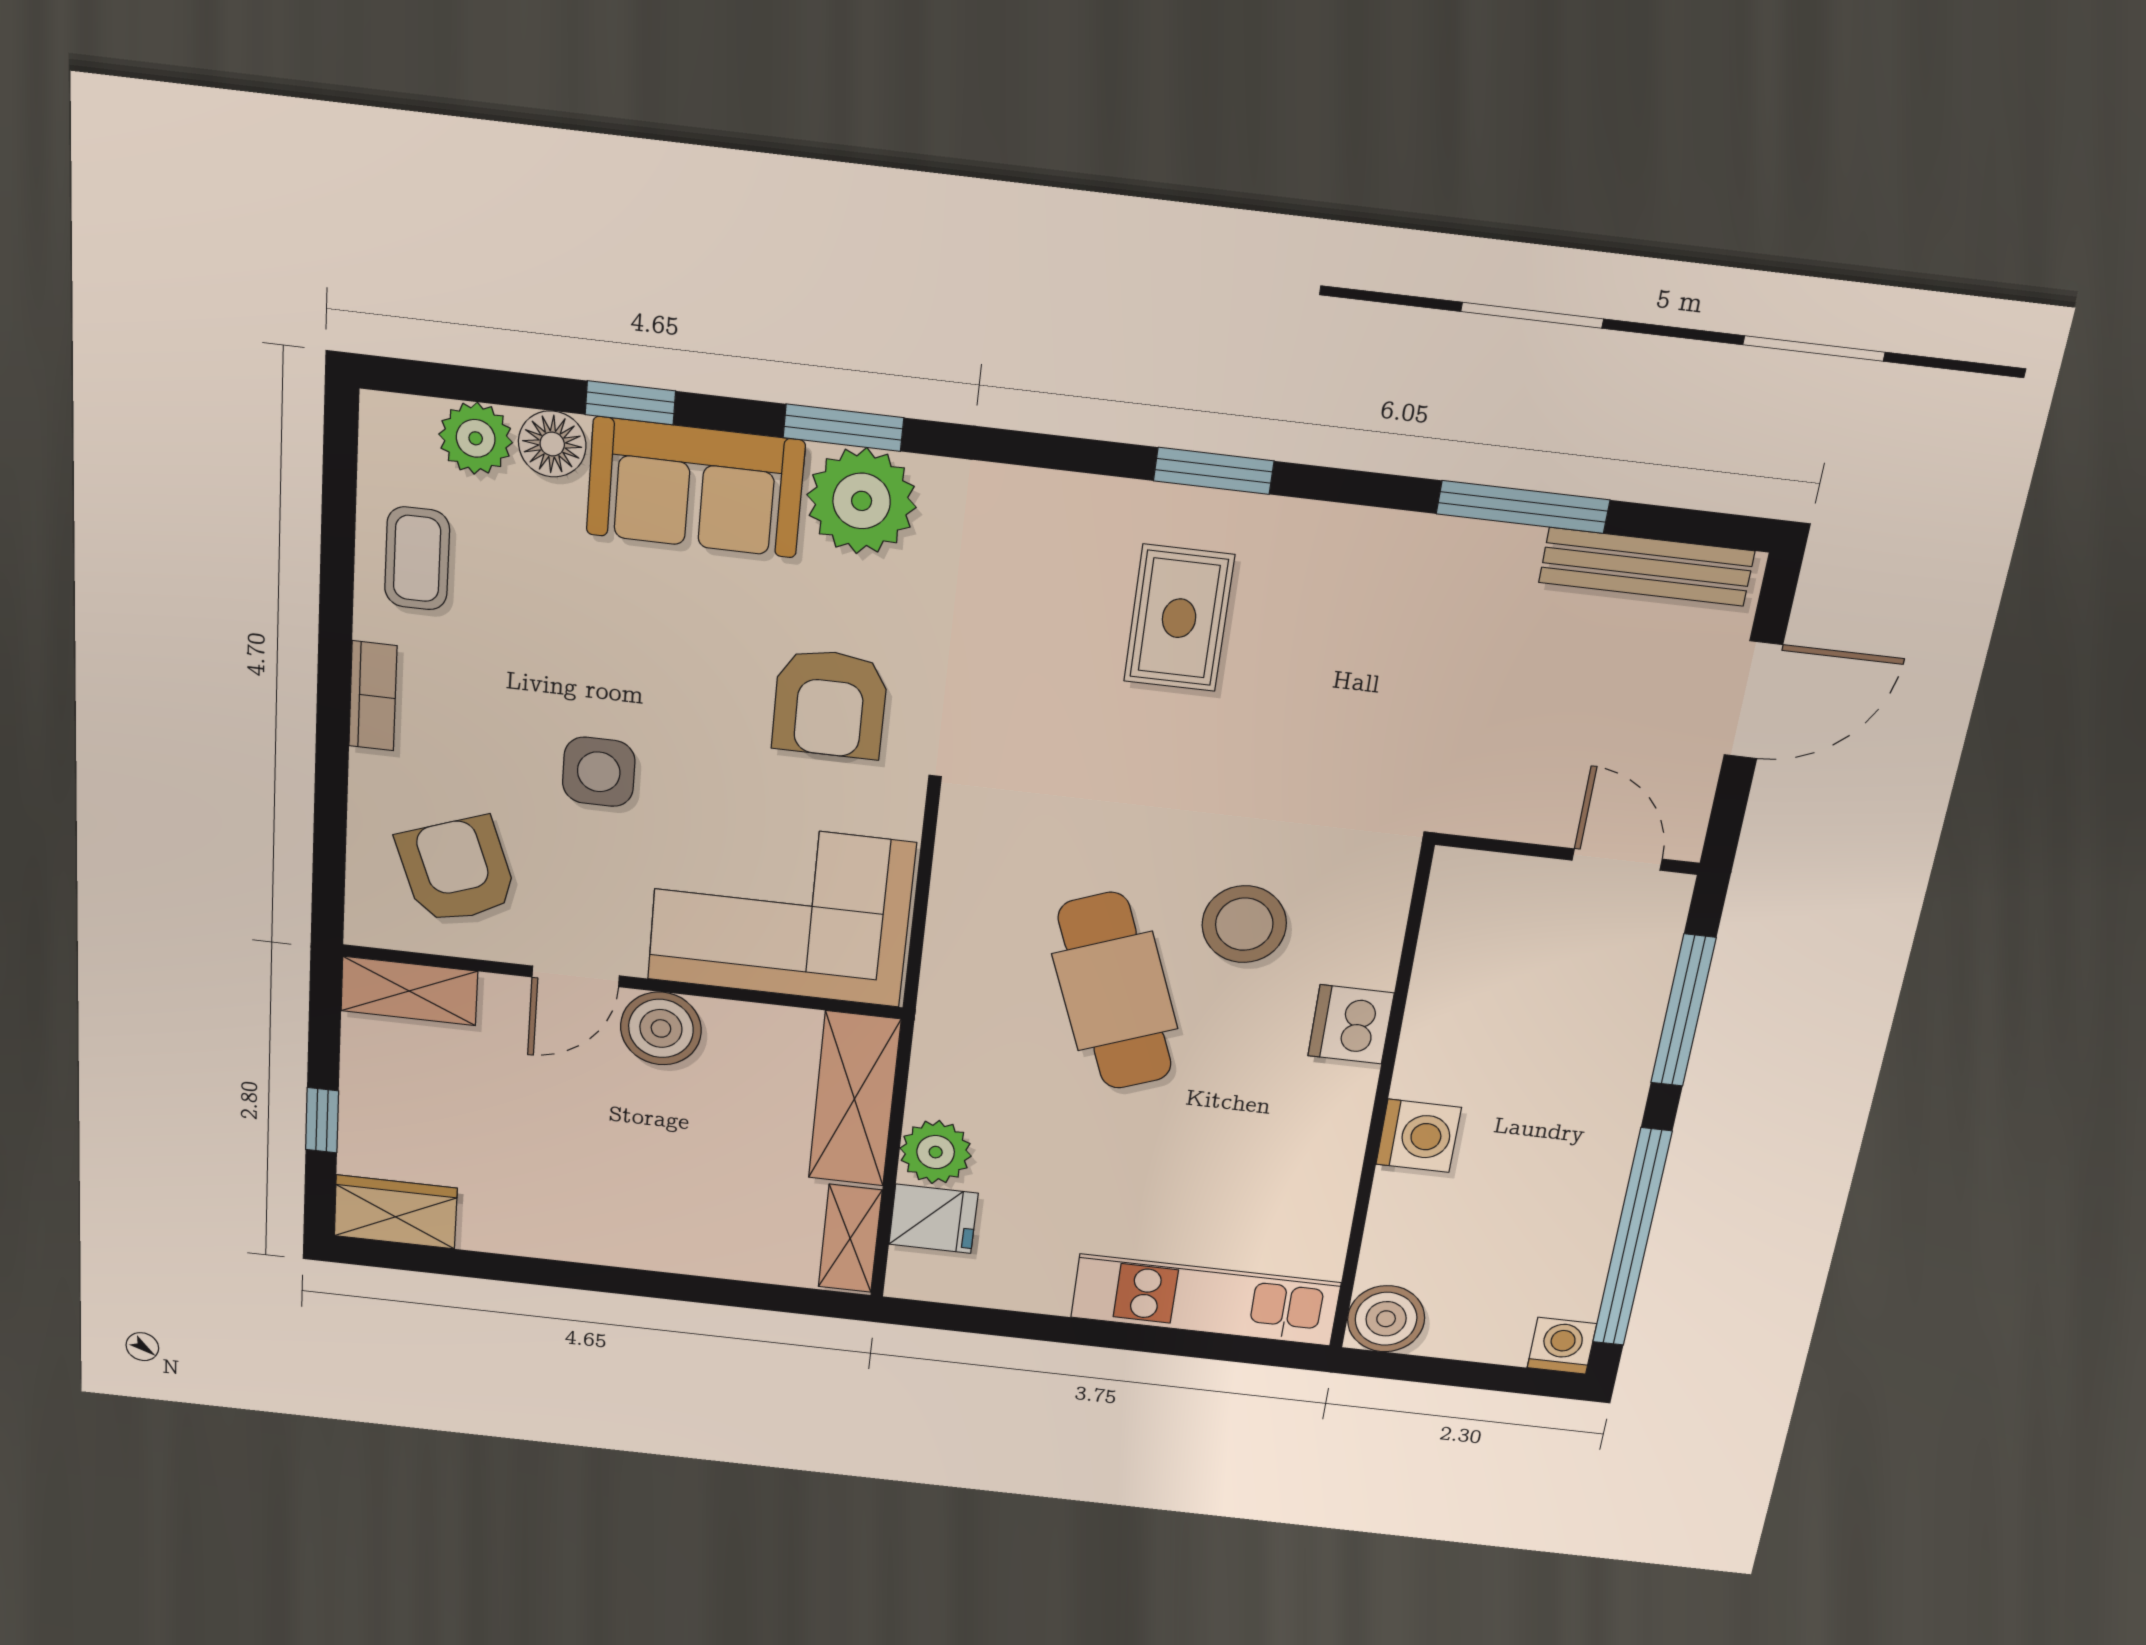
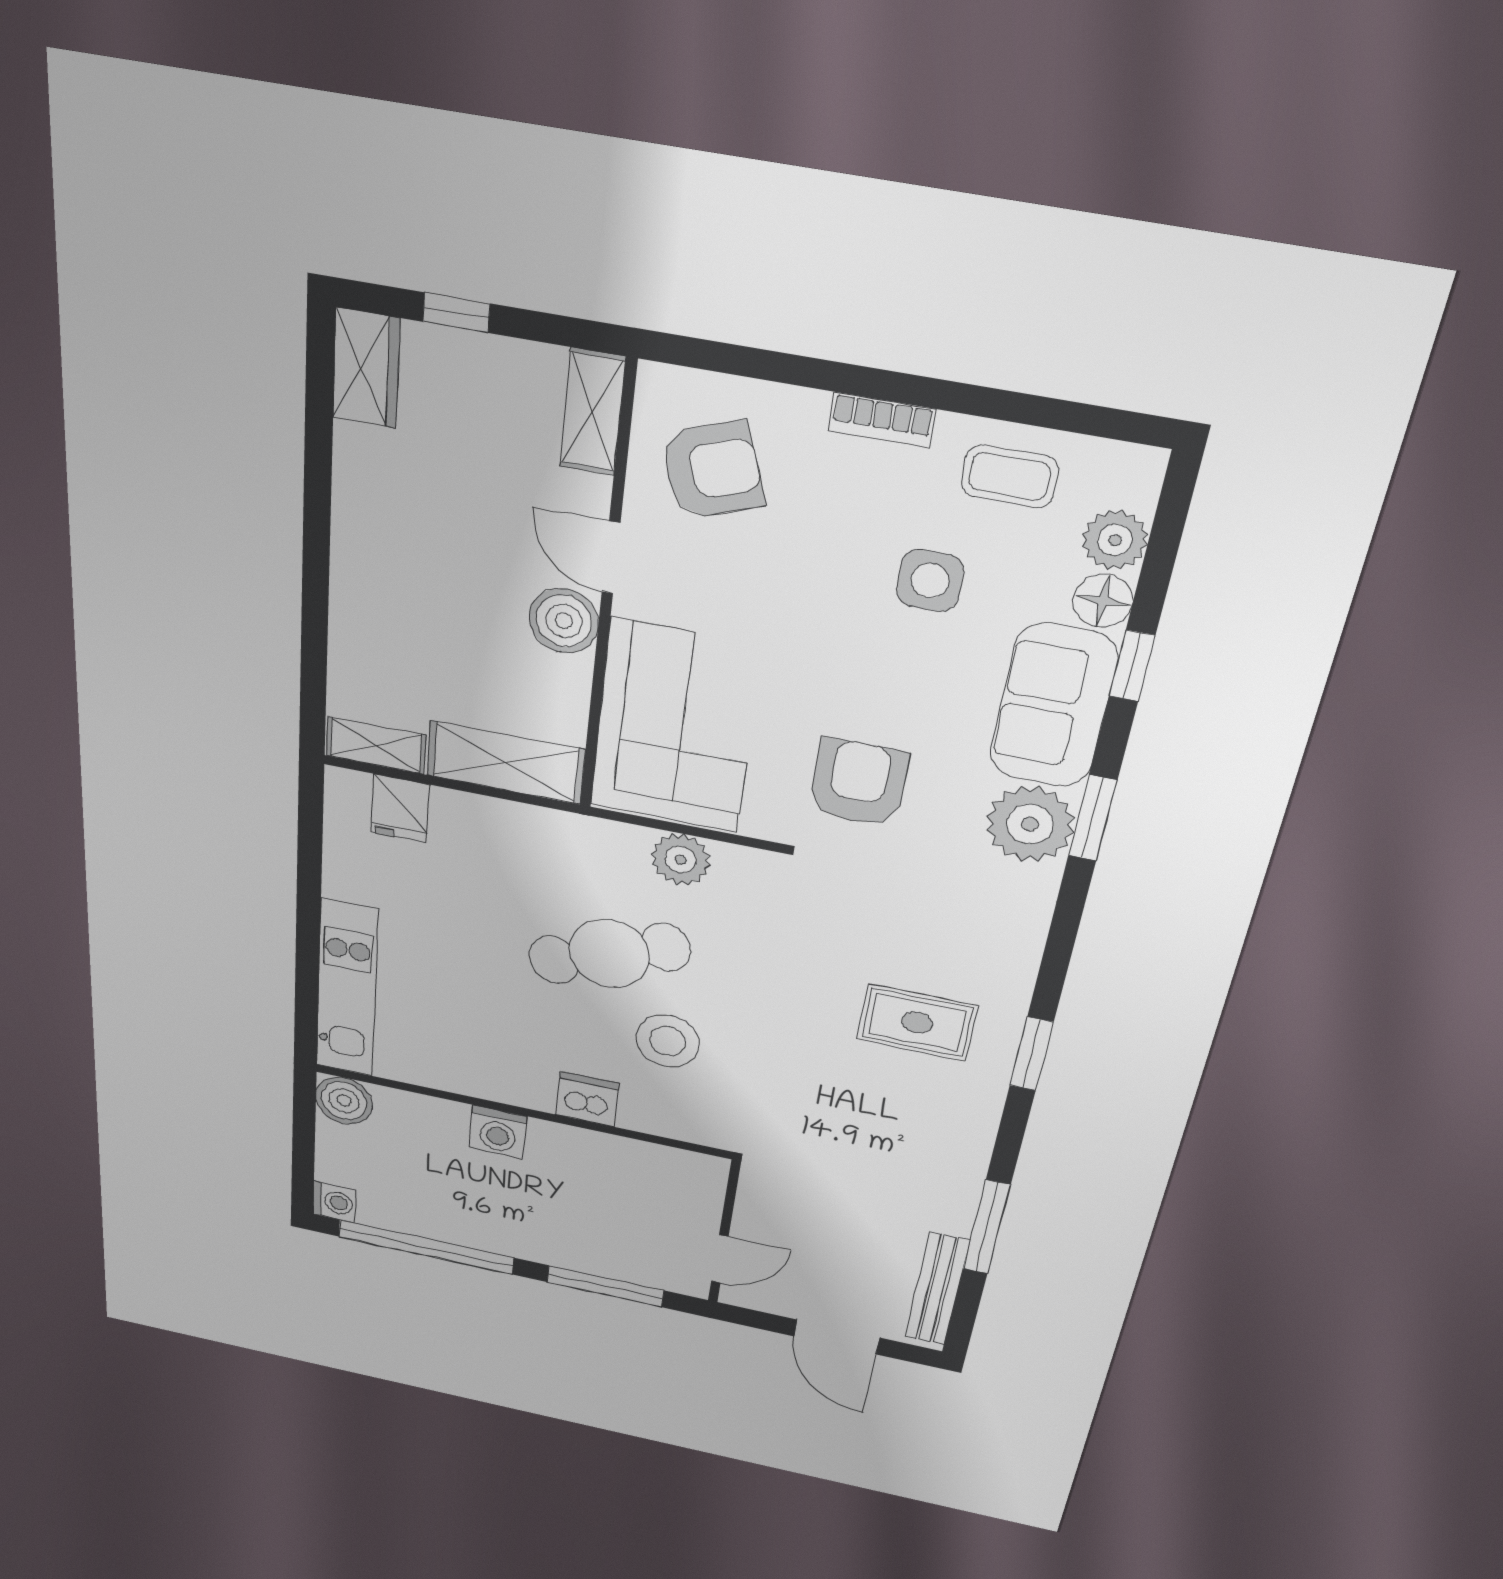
armchair: (830, 704) -> (859, 783), turned 90
side table: (599, 772) -> (930, 581), moved
plant: (936, 1152) -> (681, 860), moved

